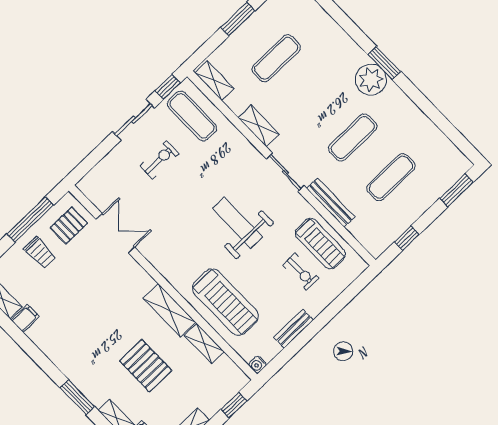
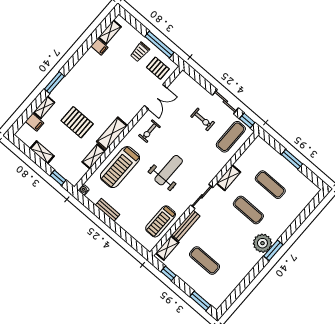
shelving: (214, 81) -> (167, 248), moved
exercise mat: (353, 138) -> (248, 210), moved
exercise bike: (301, 272) -> (149, 131), moved
pallet: (146, 366) -> (77, 122), turned 90

